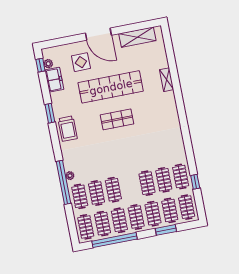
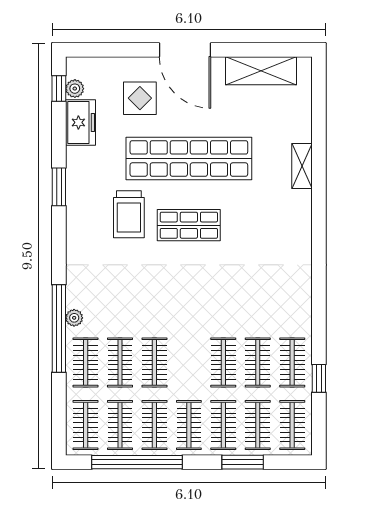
trolley: (68, 129) -> (129, 214), moved

